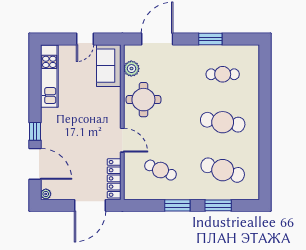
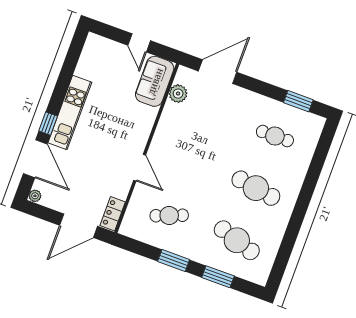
door: (85, 39) -> (139, 43), hinge flipped
window: (210, 39) -> (298, 101), moved
kitchen unit: (49, 76) -> (70, 113), moved
round table: (143, 100) -> (179, 132), removed
cafe table: (160, 170) -> (169, 216), turned -45
locker: (114, 178) -> (113, 214), width x0.66

